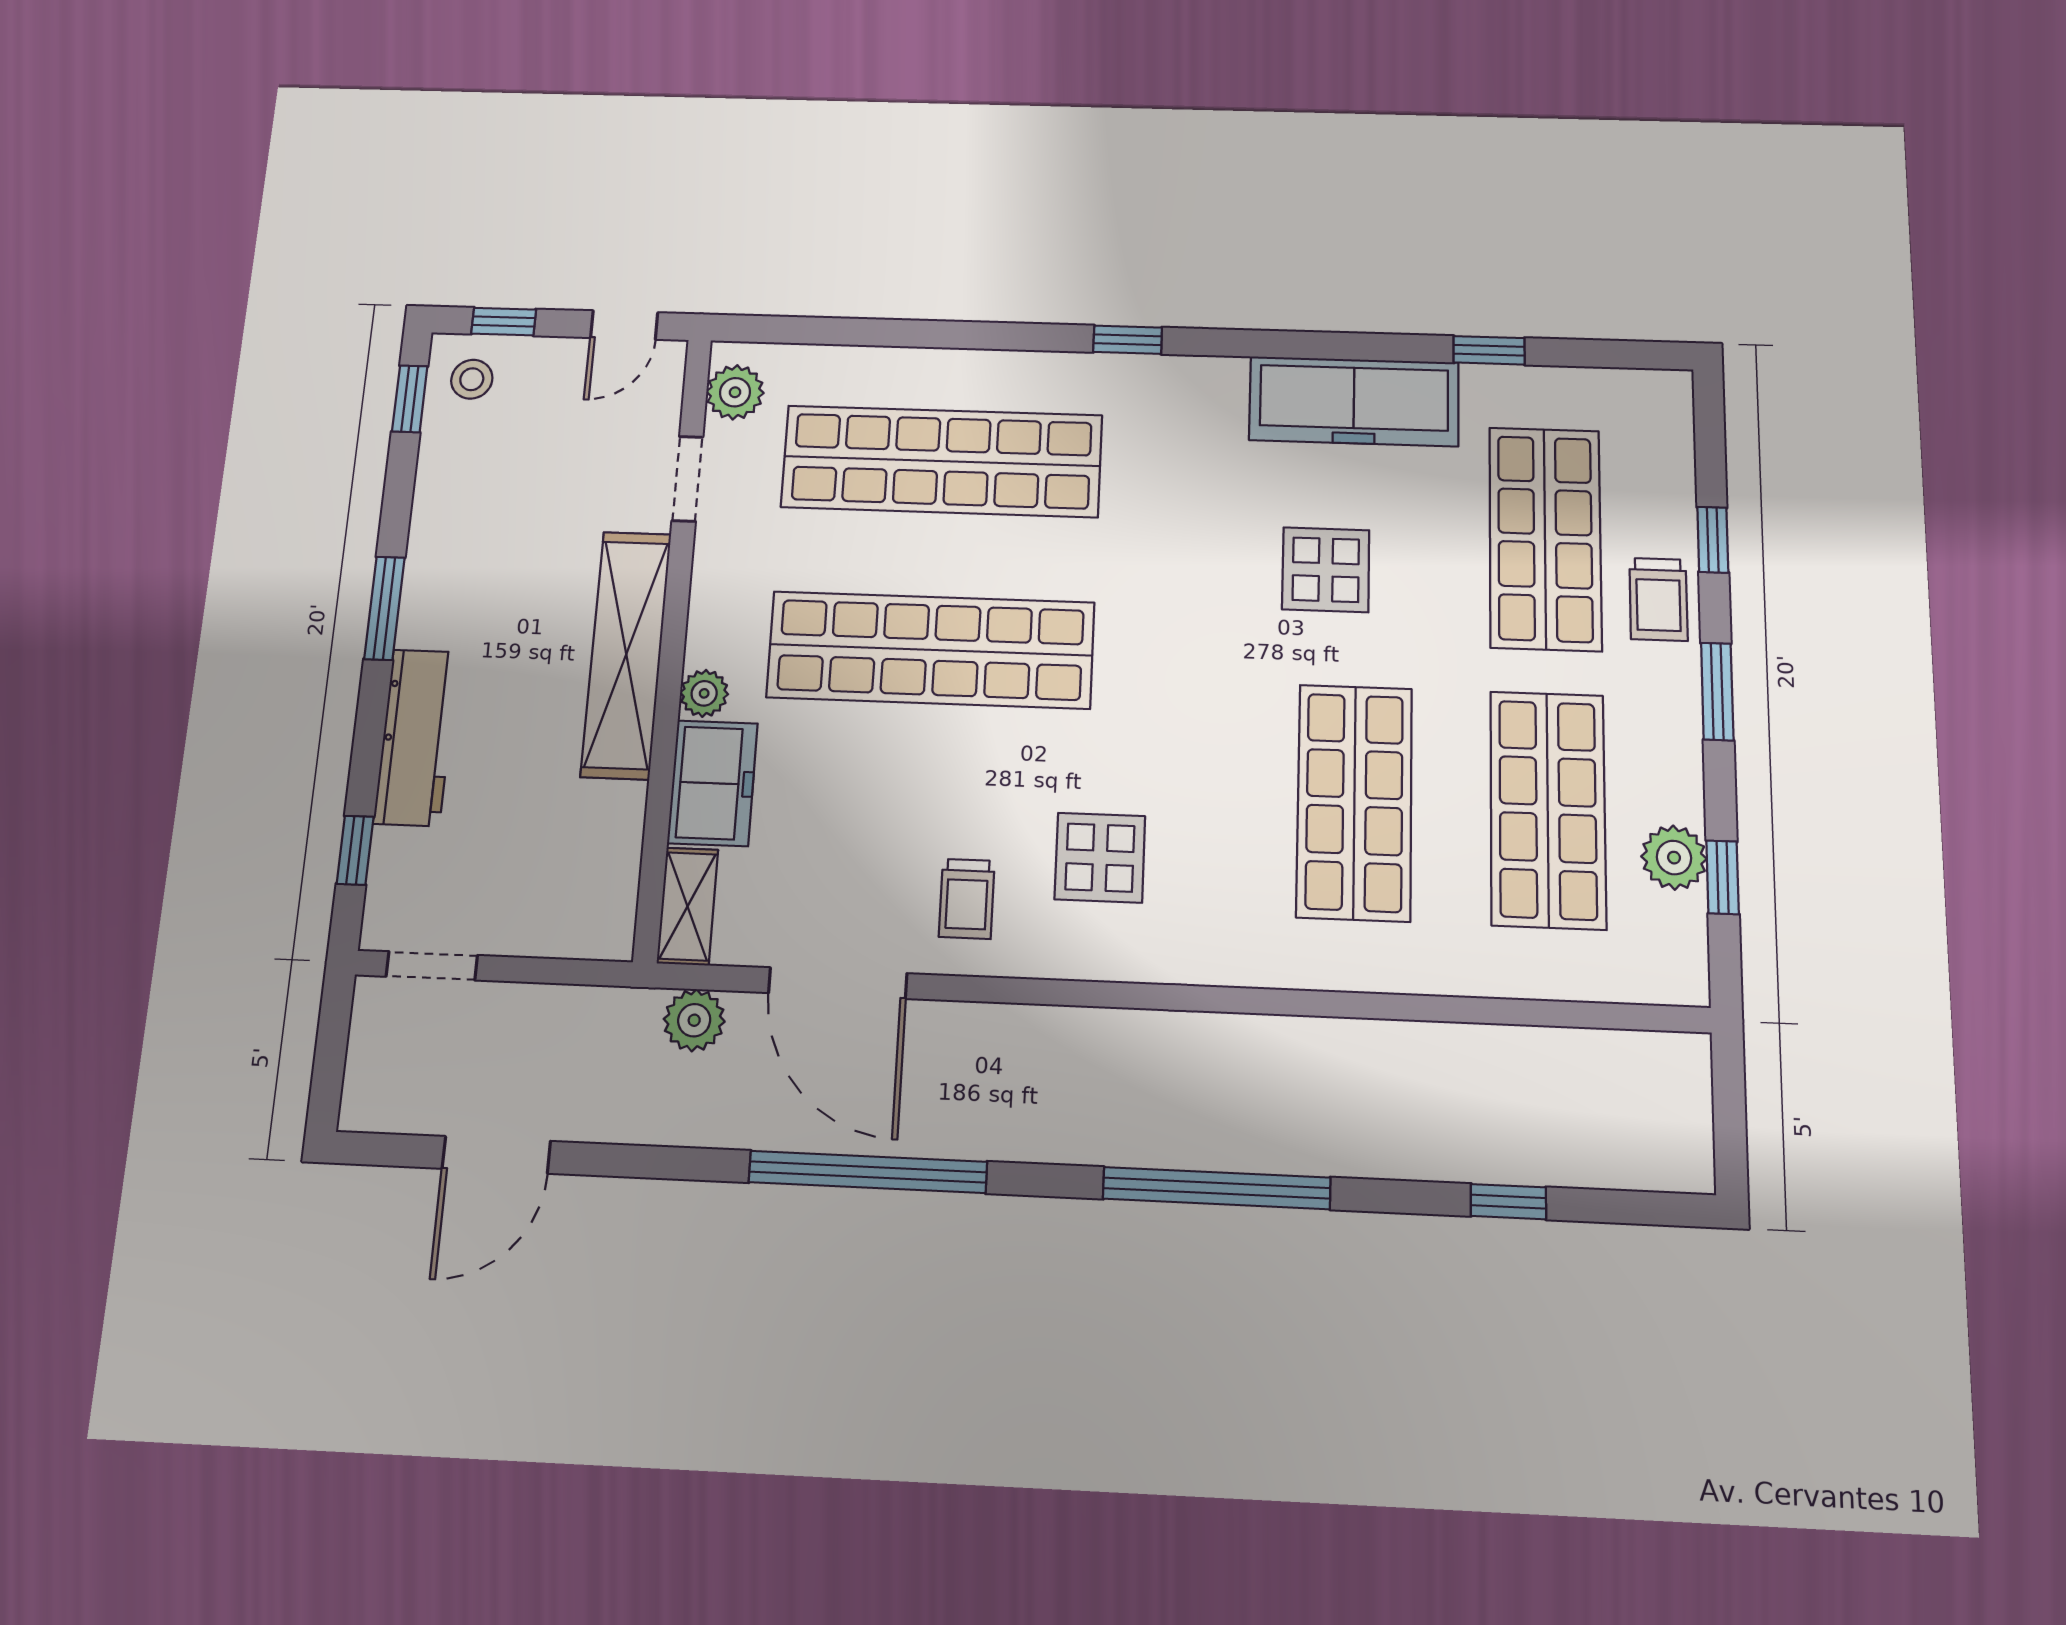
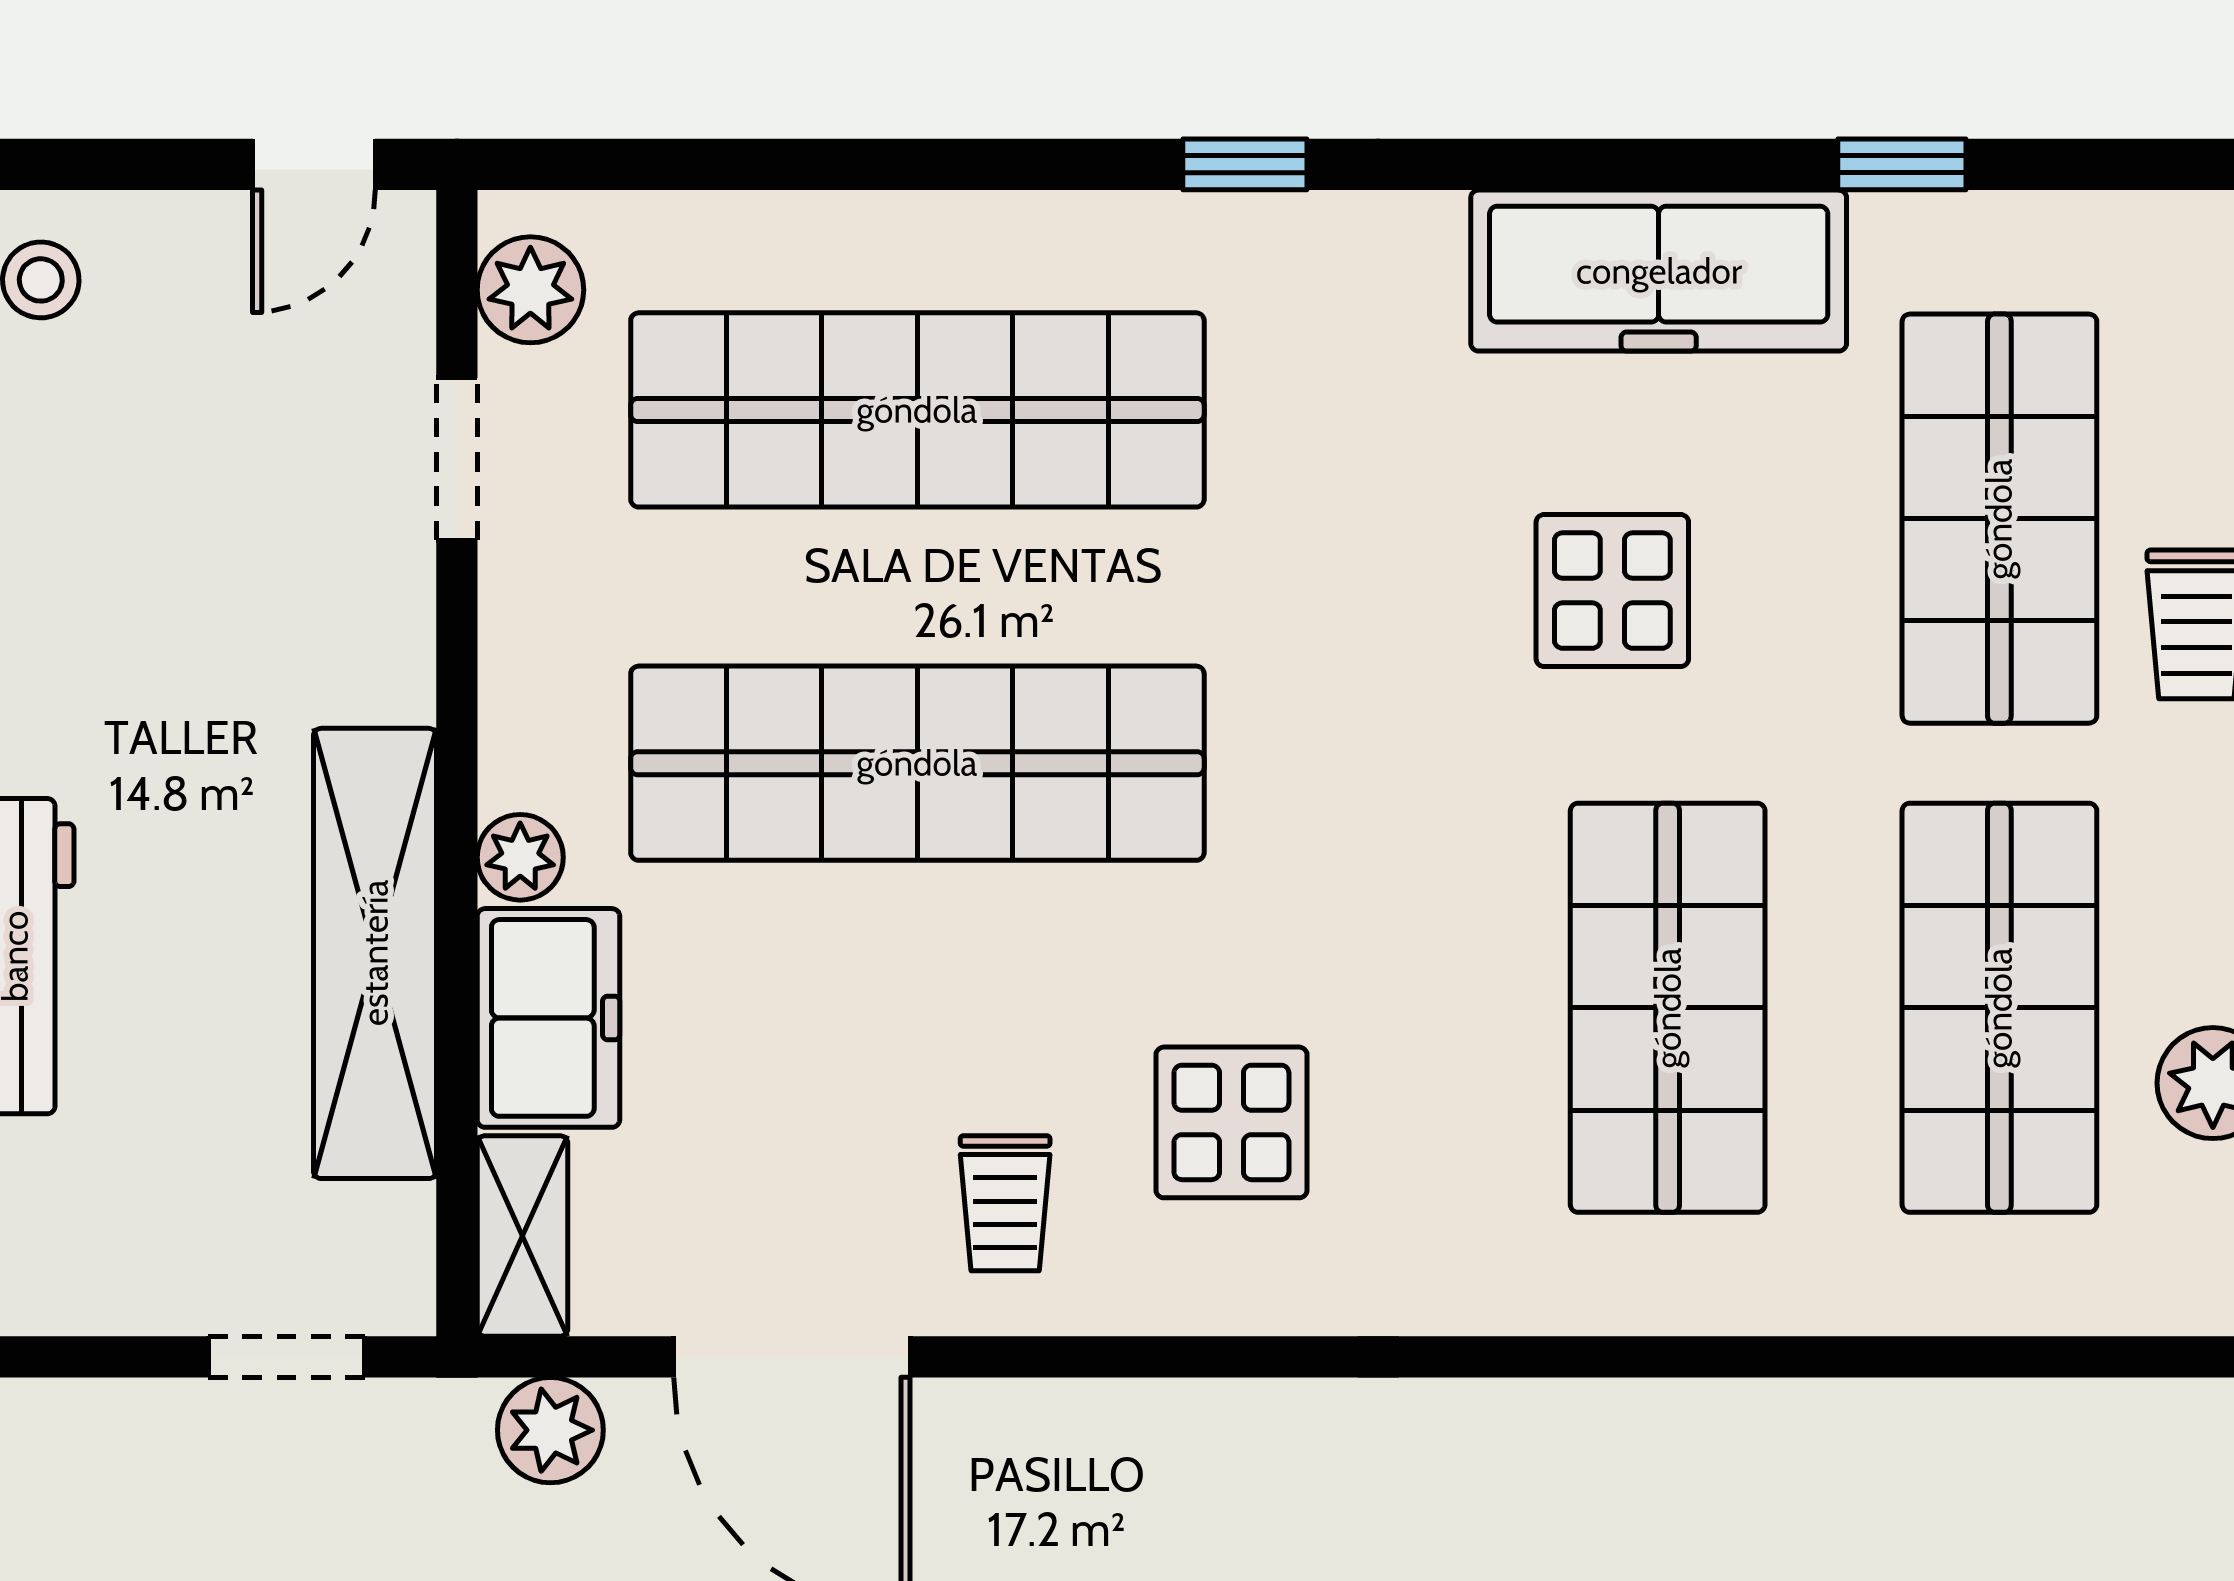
window: (504, 322) -> (88, 164), removed
shelving: (626, 654) -> (375, 953), moved
doorway: (432, 966) -> (287, 1357), moved

